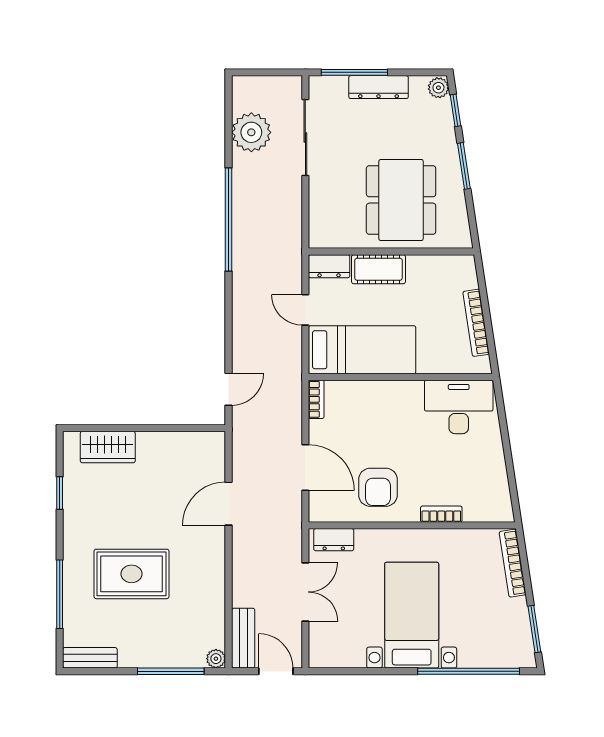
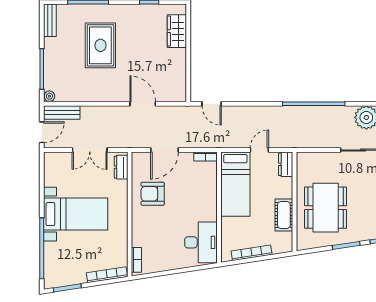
dining table: (401, 200) -> (326, 208), turned 90
cot: (379, 269) -> (284, 215), moved
bookcase: (441, 514) -> (136, 260), moved

